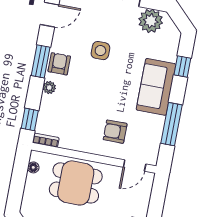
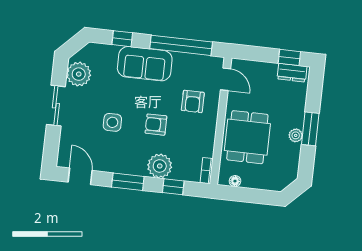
armchair: (59, 64) -> (156, 125), moved
plant: (49, 87) -> (160, 166), width x1.88, depth x1.88
window: (30, 119) -> (173, 187), moved
window: (172, 124) -> (181, 45), width x1.46

